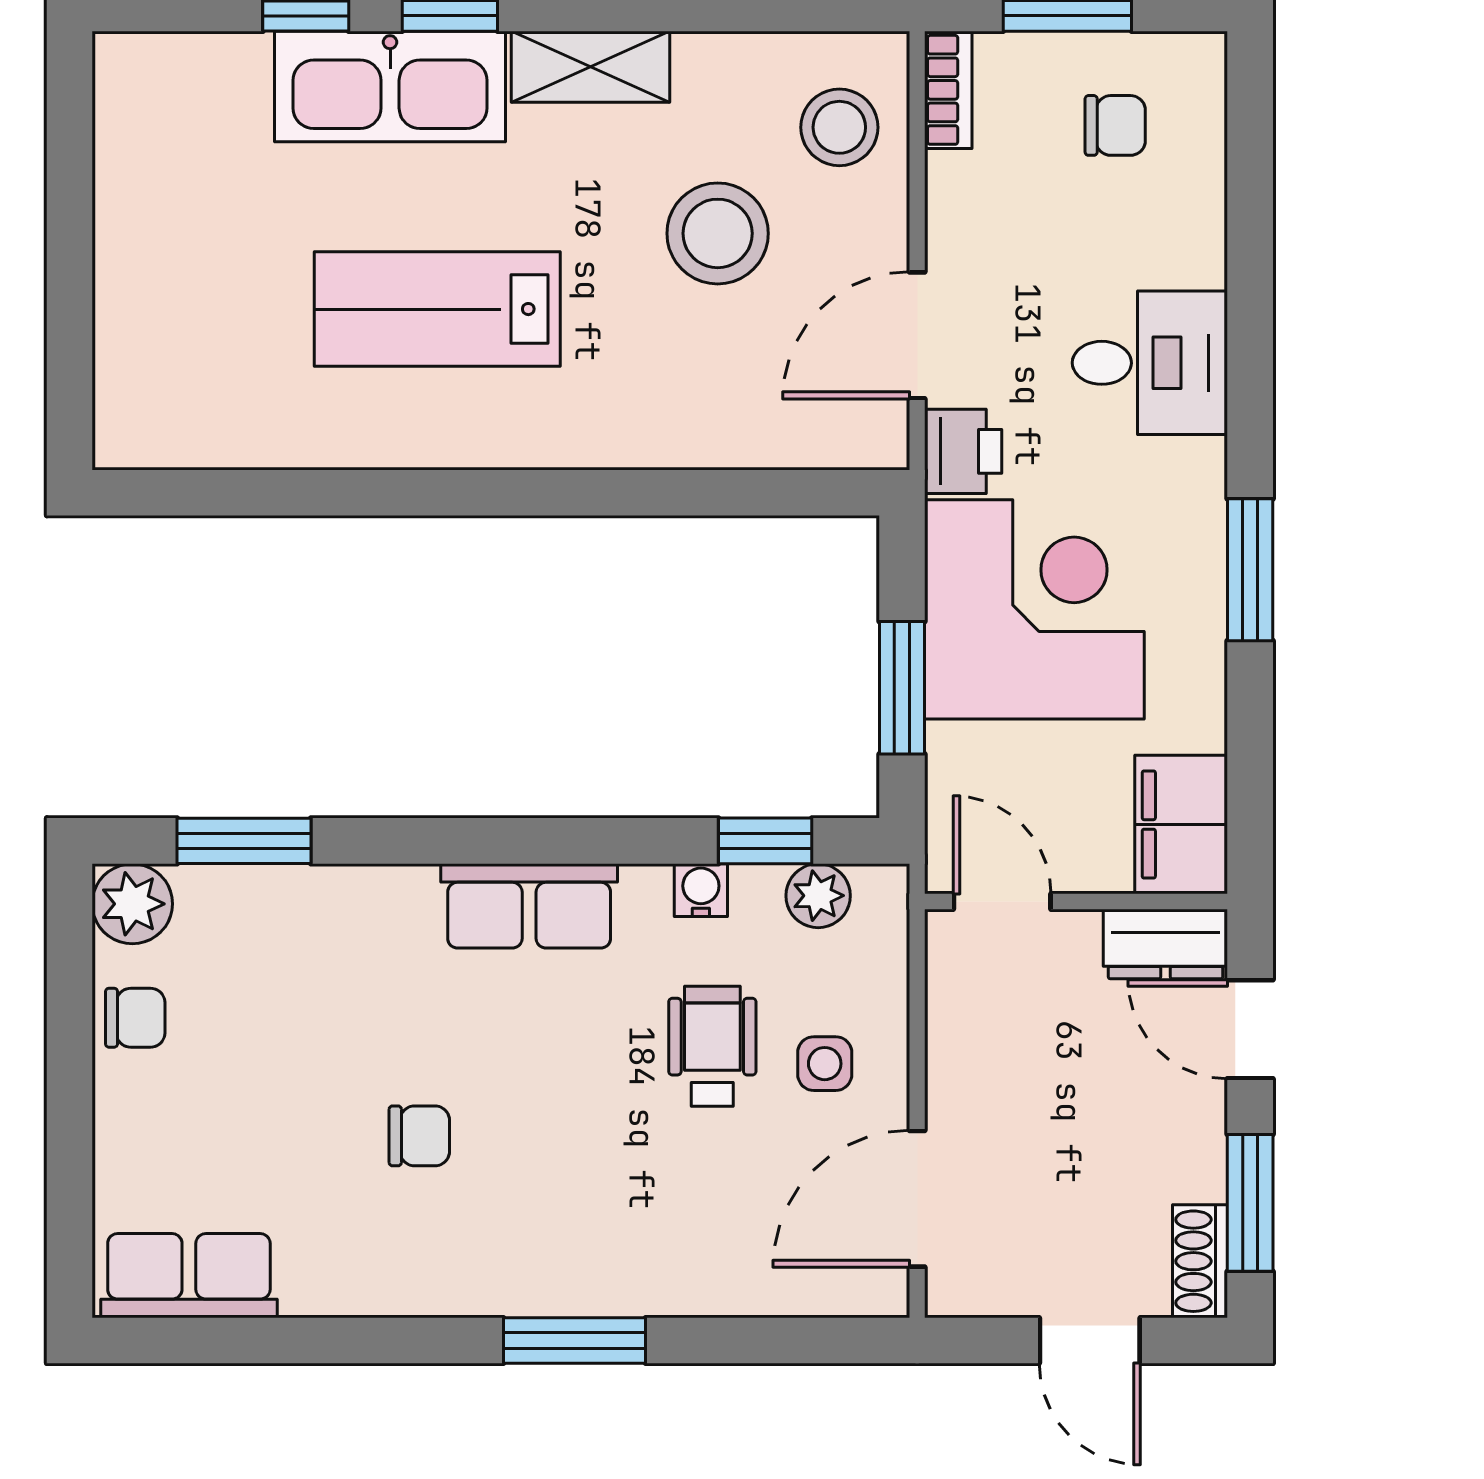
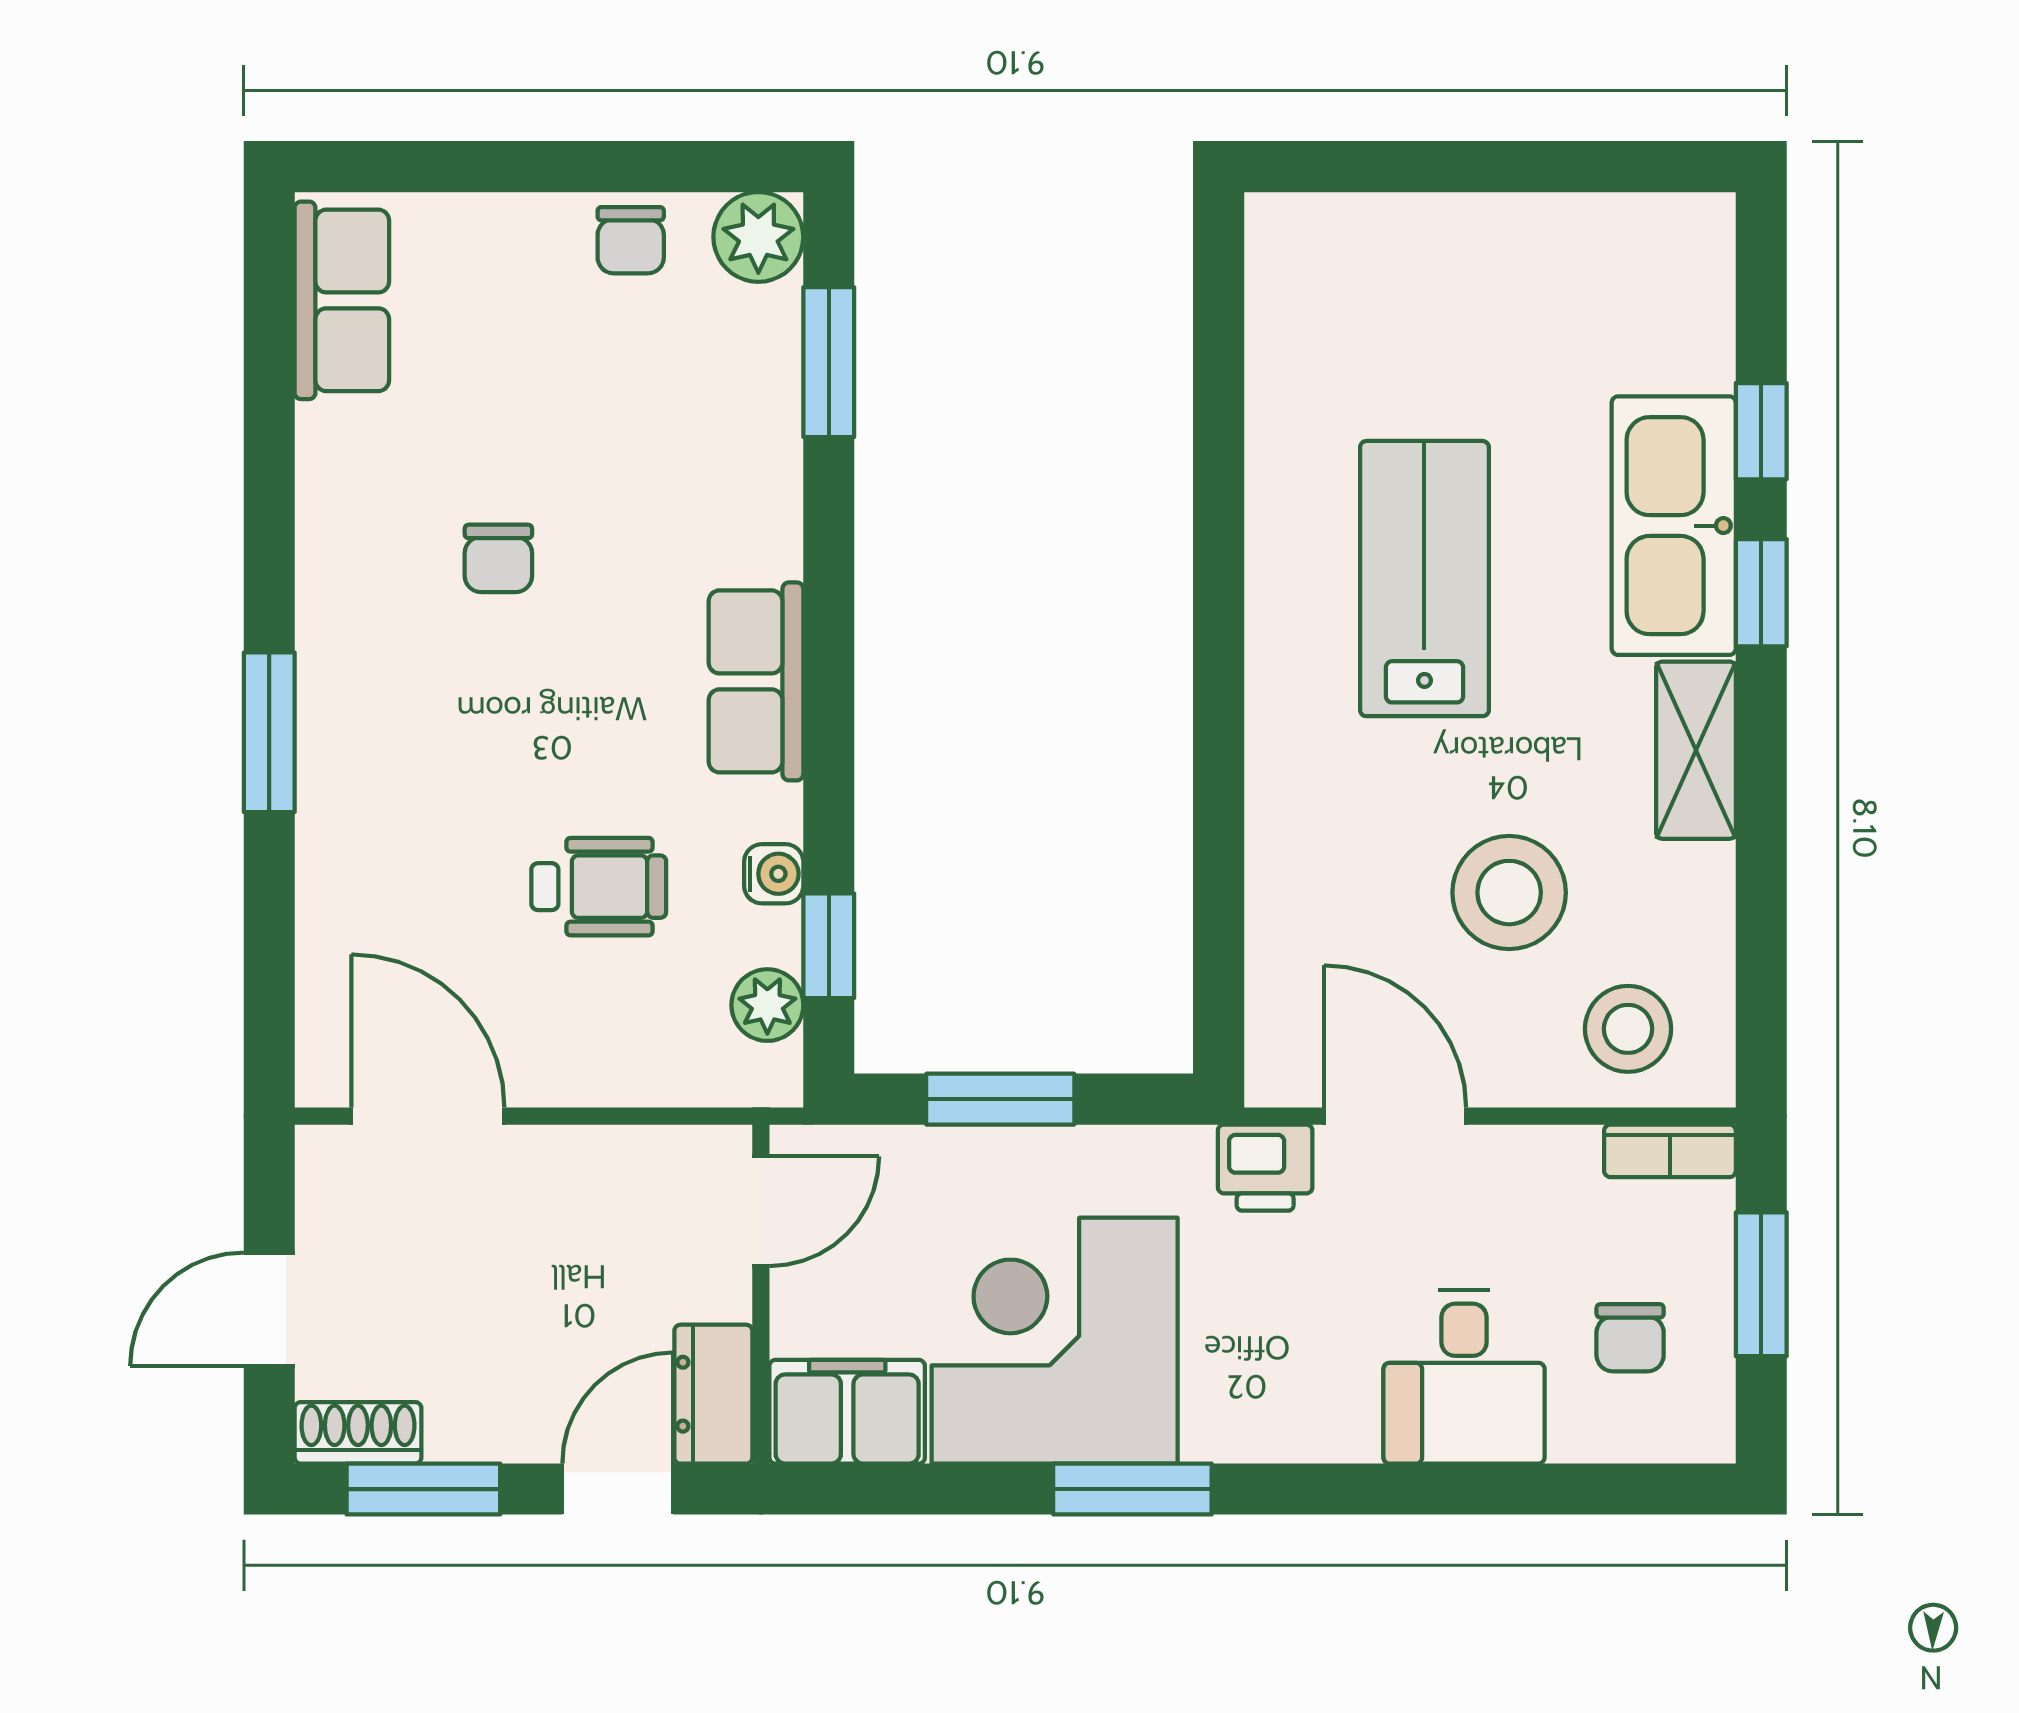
desk: (1150, 363) -> (1464, 1377), moved
corner desk: (1034, 609) -> (1055, 1341), moved, turned 180
side table: (825, 1064) -> (579, 1013), removed

